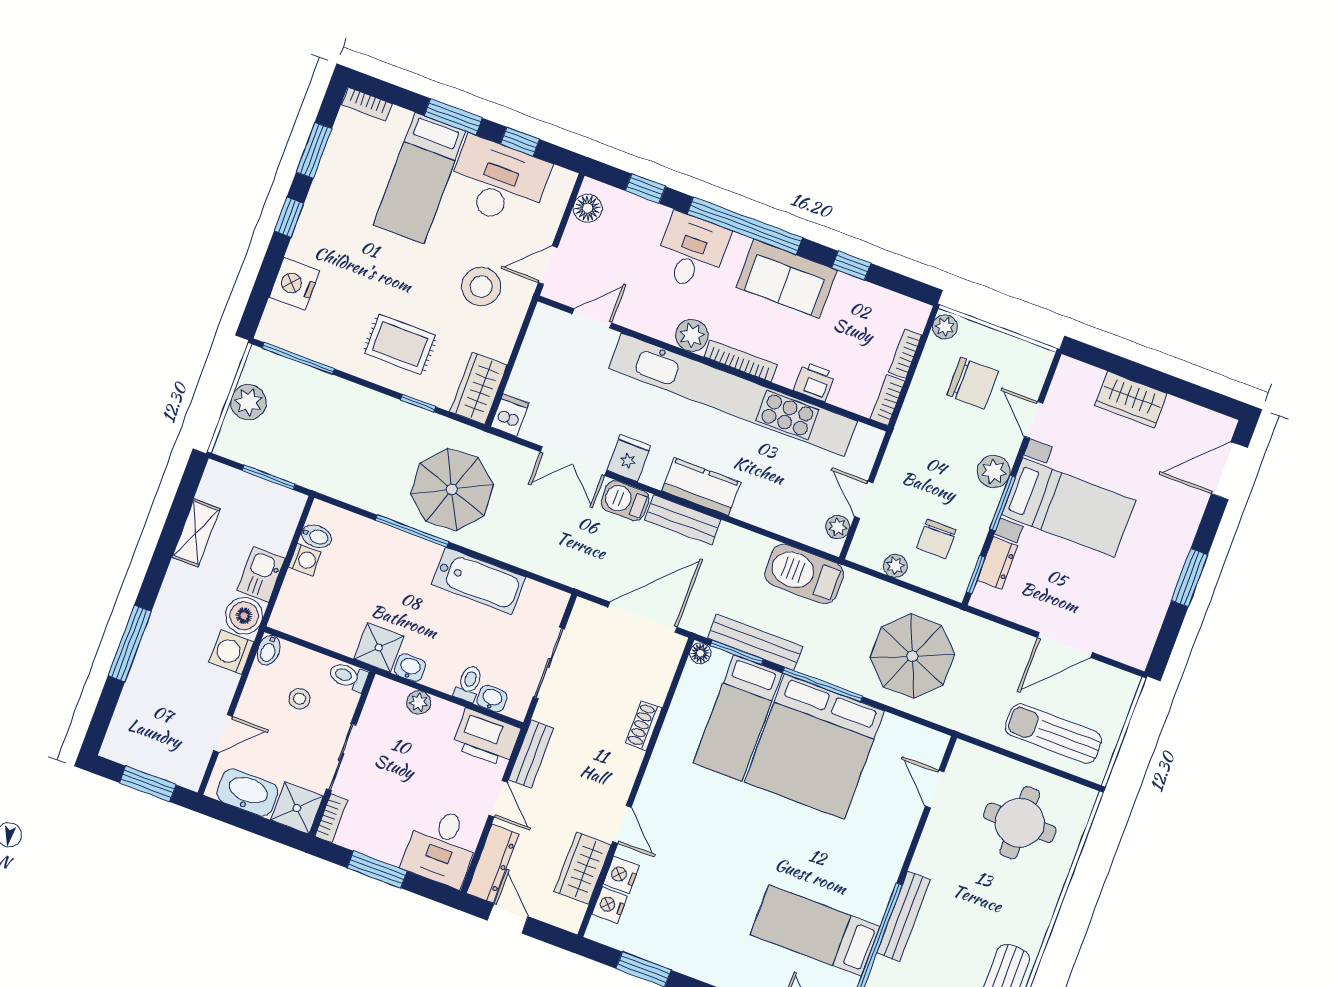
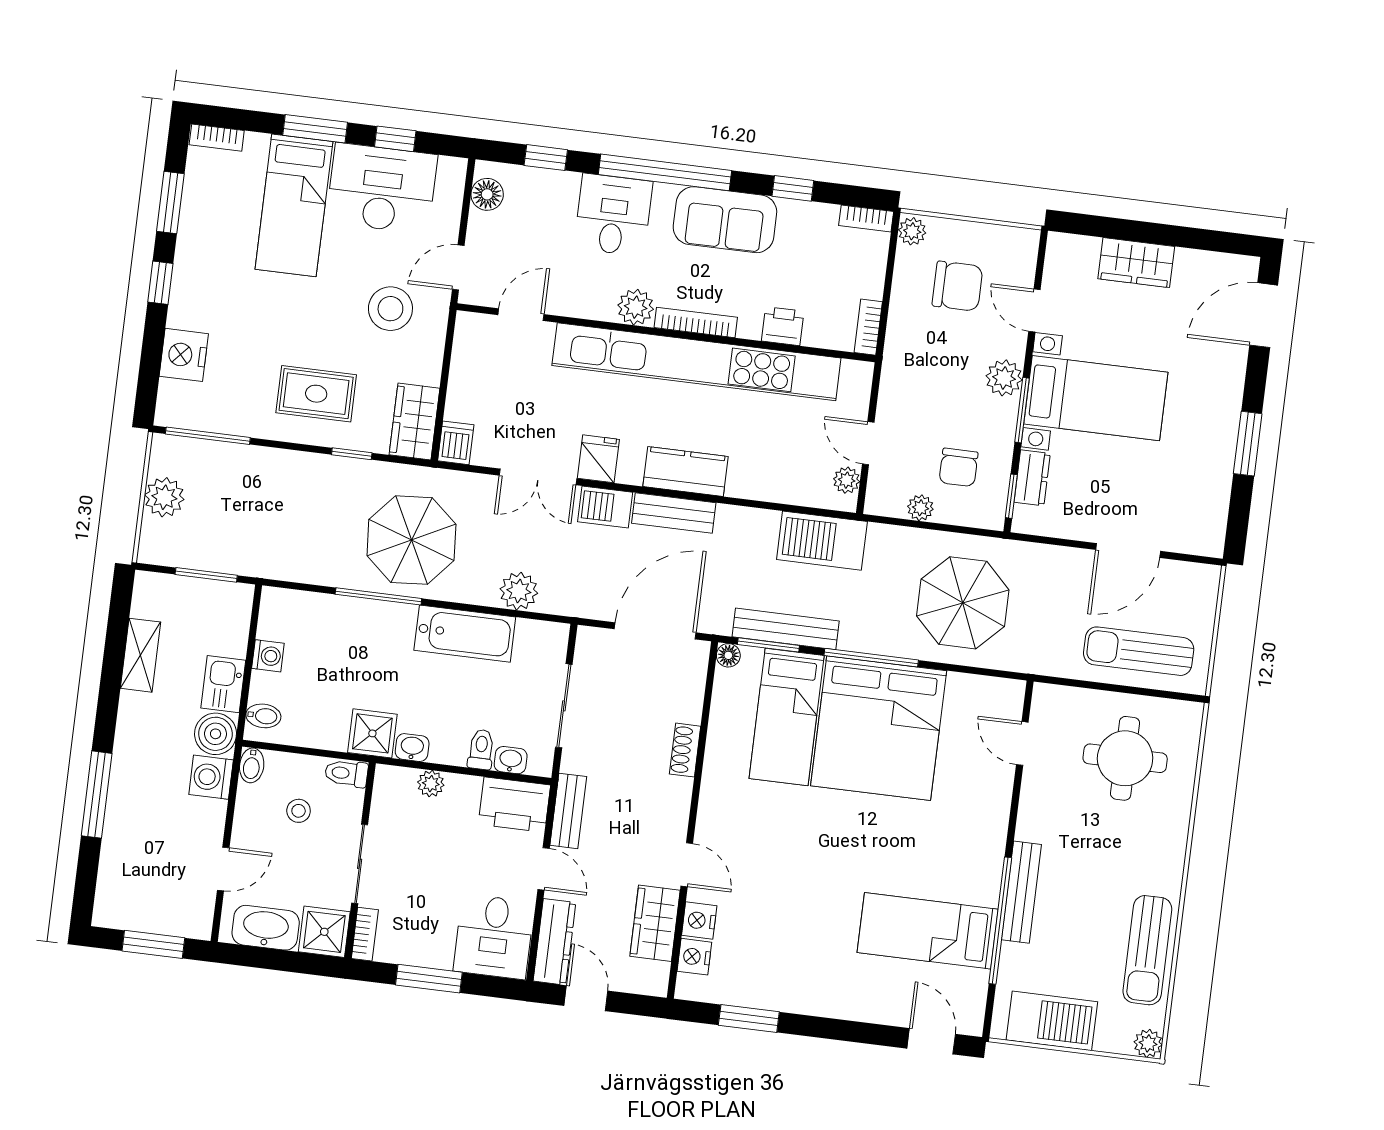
bookcase: (905, 354) -> (866, 219), moved, turned -90
bidet: (316, 536) -> (263, 716), moved
plant: (534, 555) -> (519, 591), added

